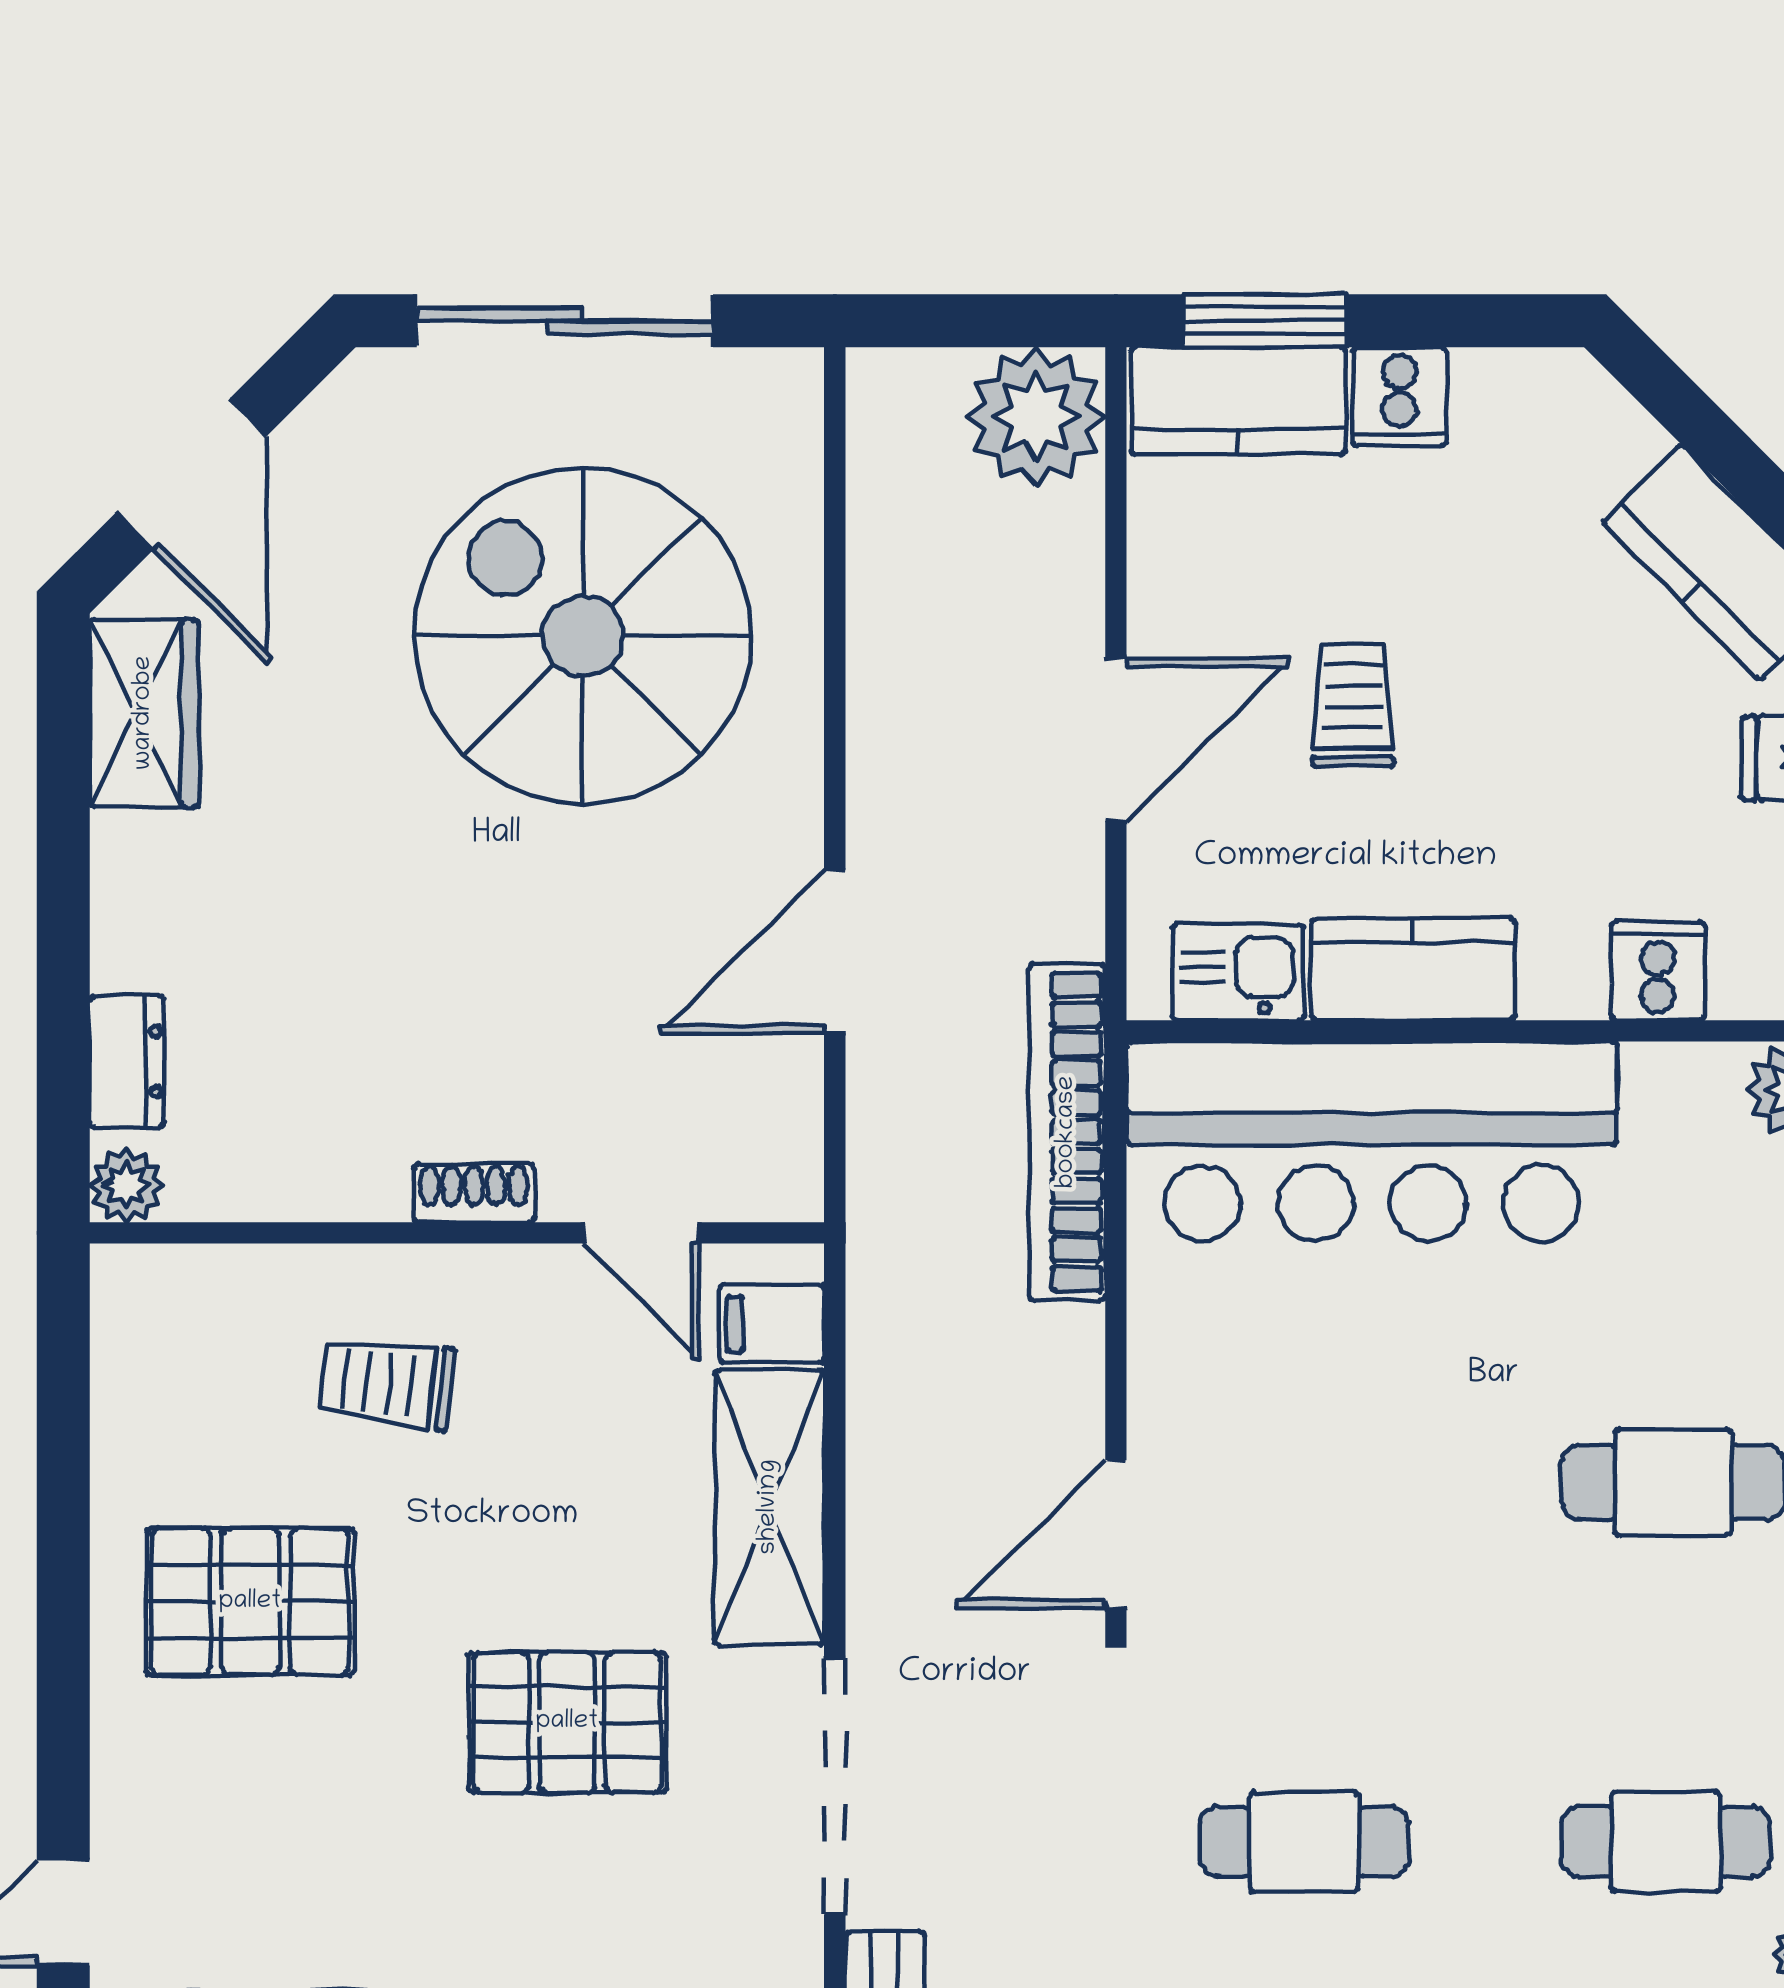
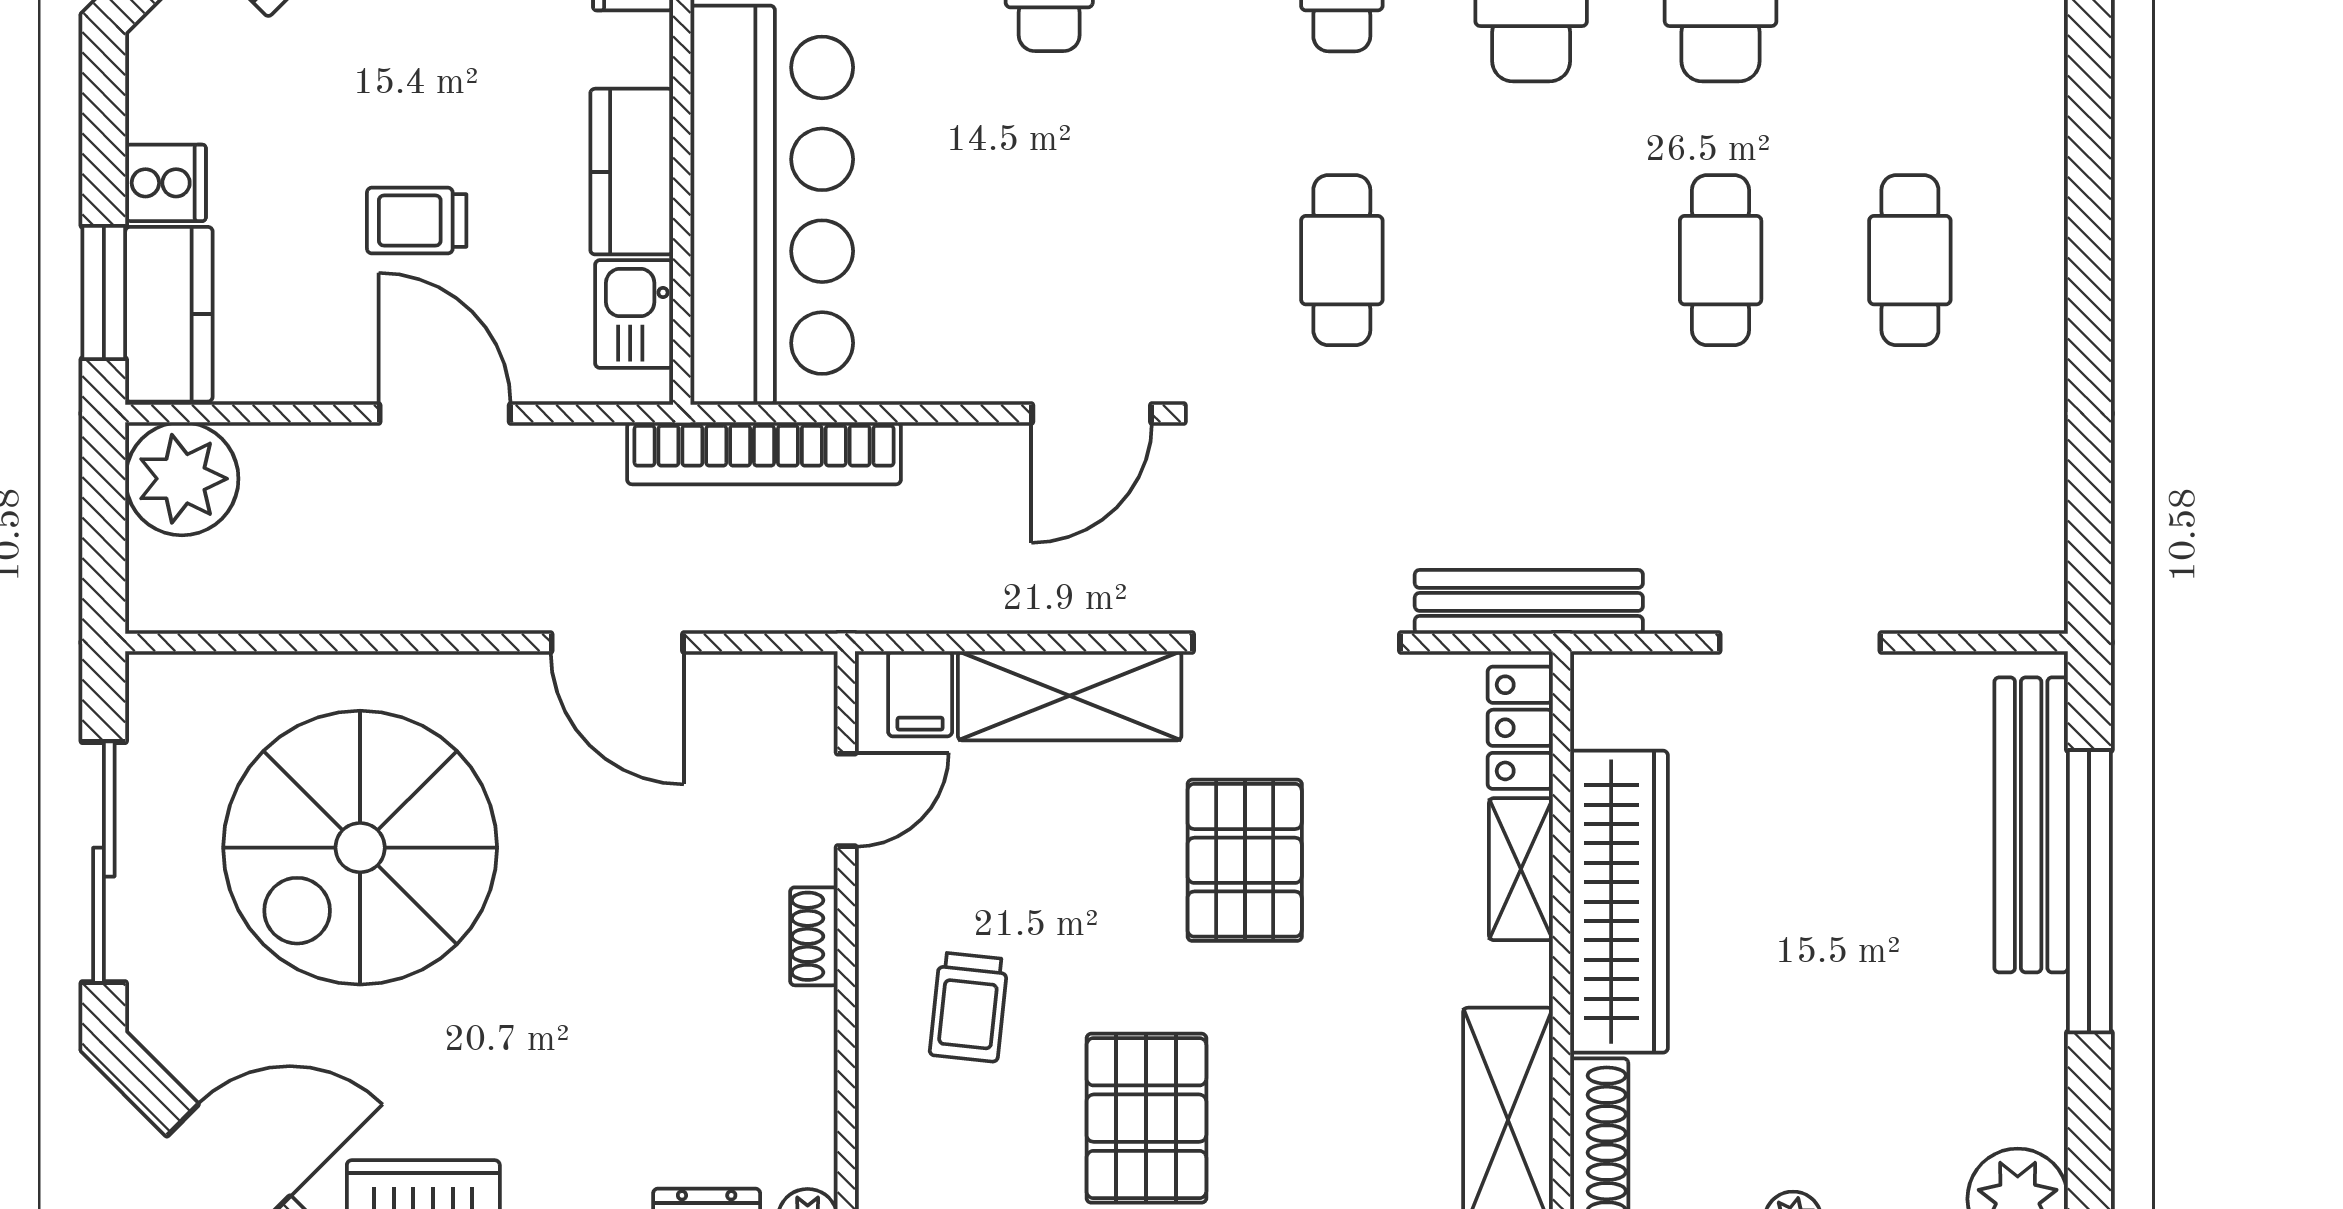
door: (1116, 1534) -> (1092, 414), hinge flipped

